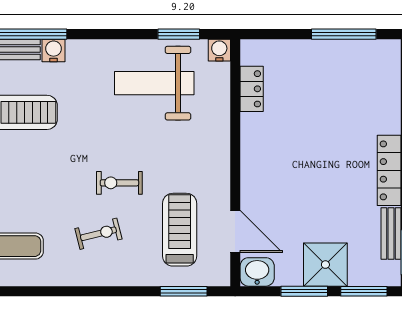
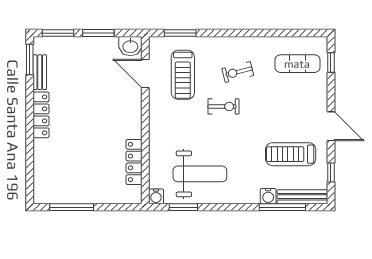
locker: (252, 89) -> (134, 162), width x1.53
shower: (325, 265) -> (84, 51), removed

